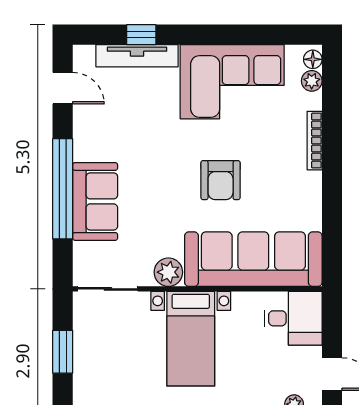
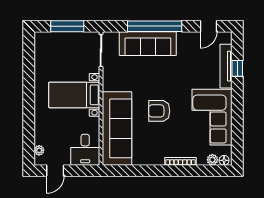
sofa: (95, 201) -> (148, 44), width x1.36
plant: (168, 272) -> (110, 83), removed
window: (63, 352) -> (67, 26), width x1.44

